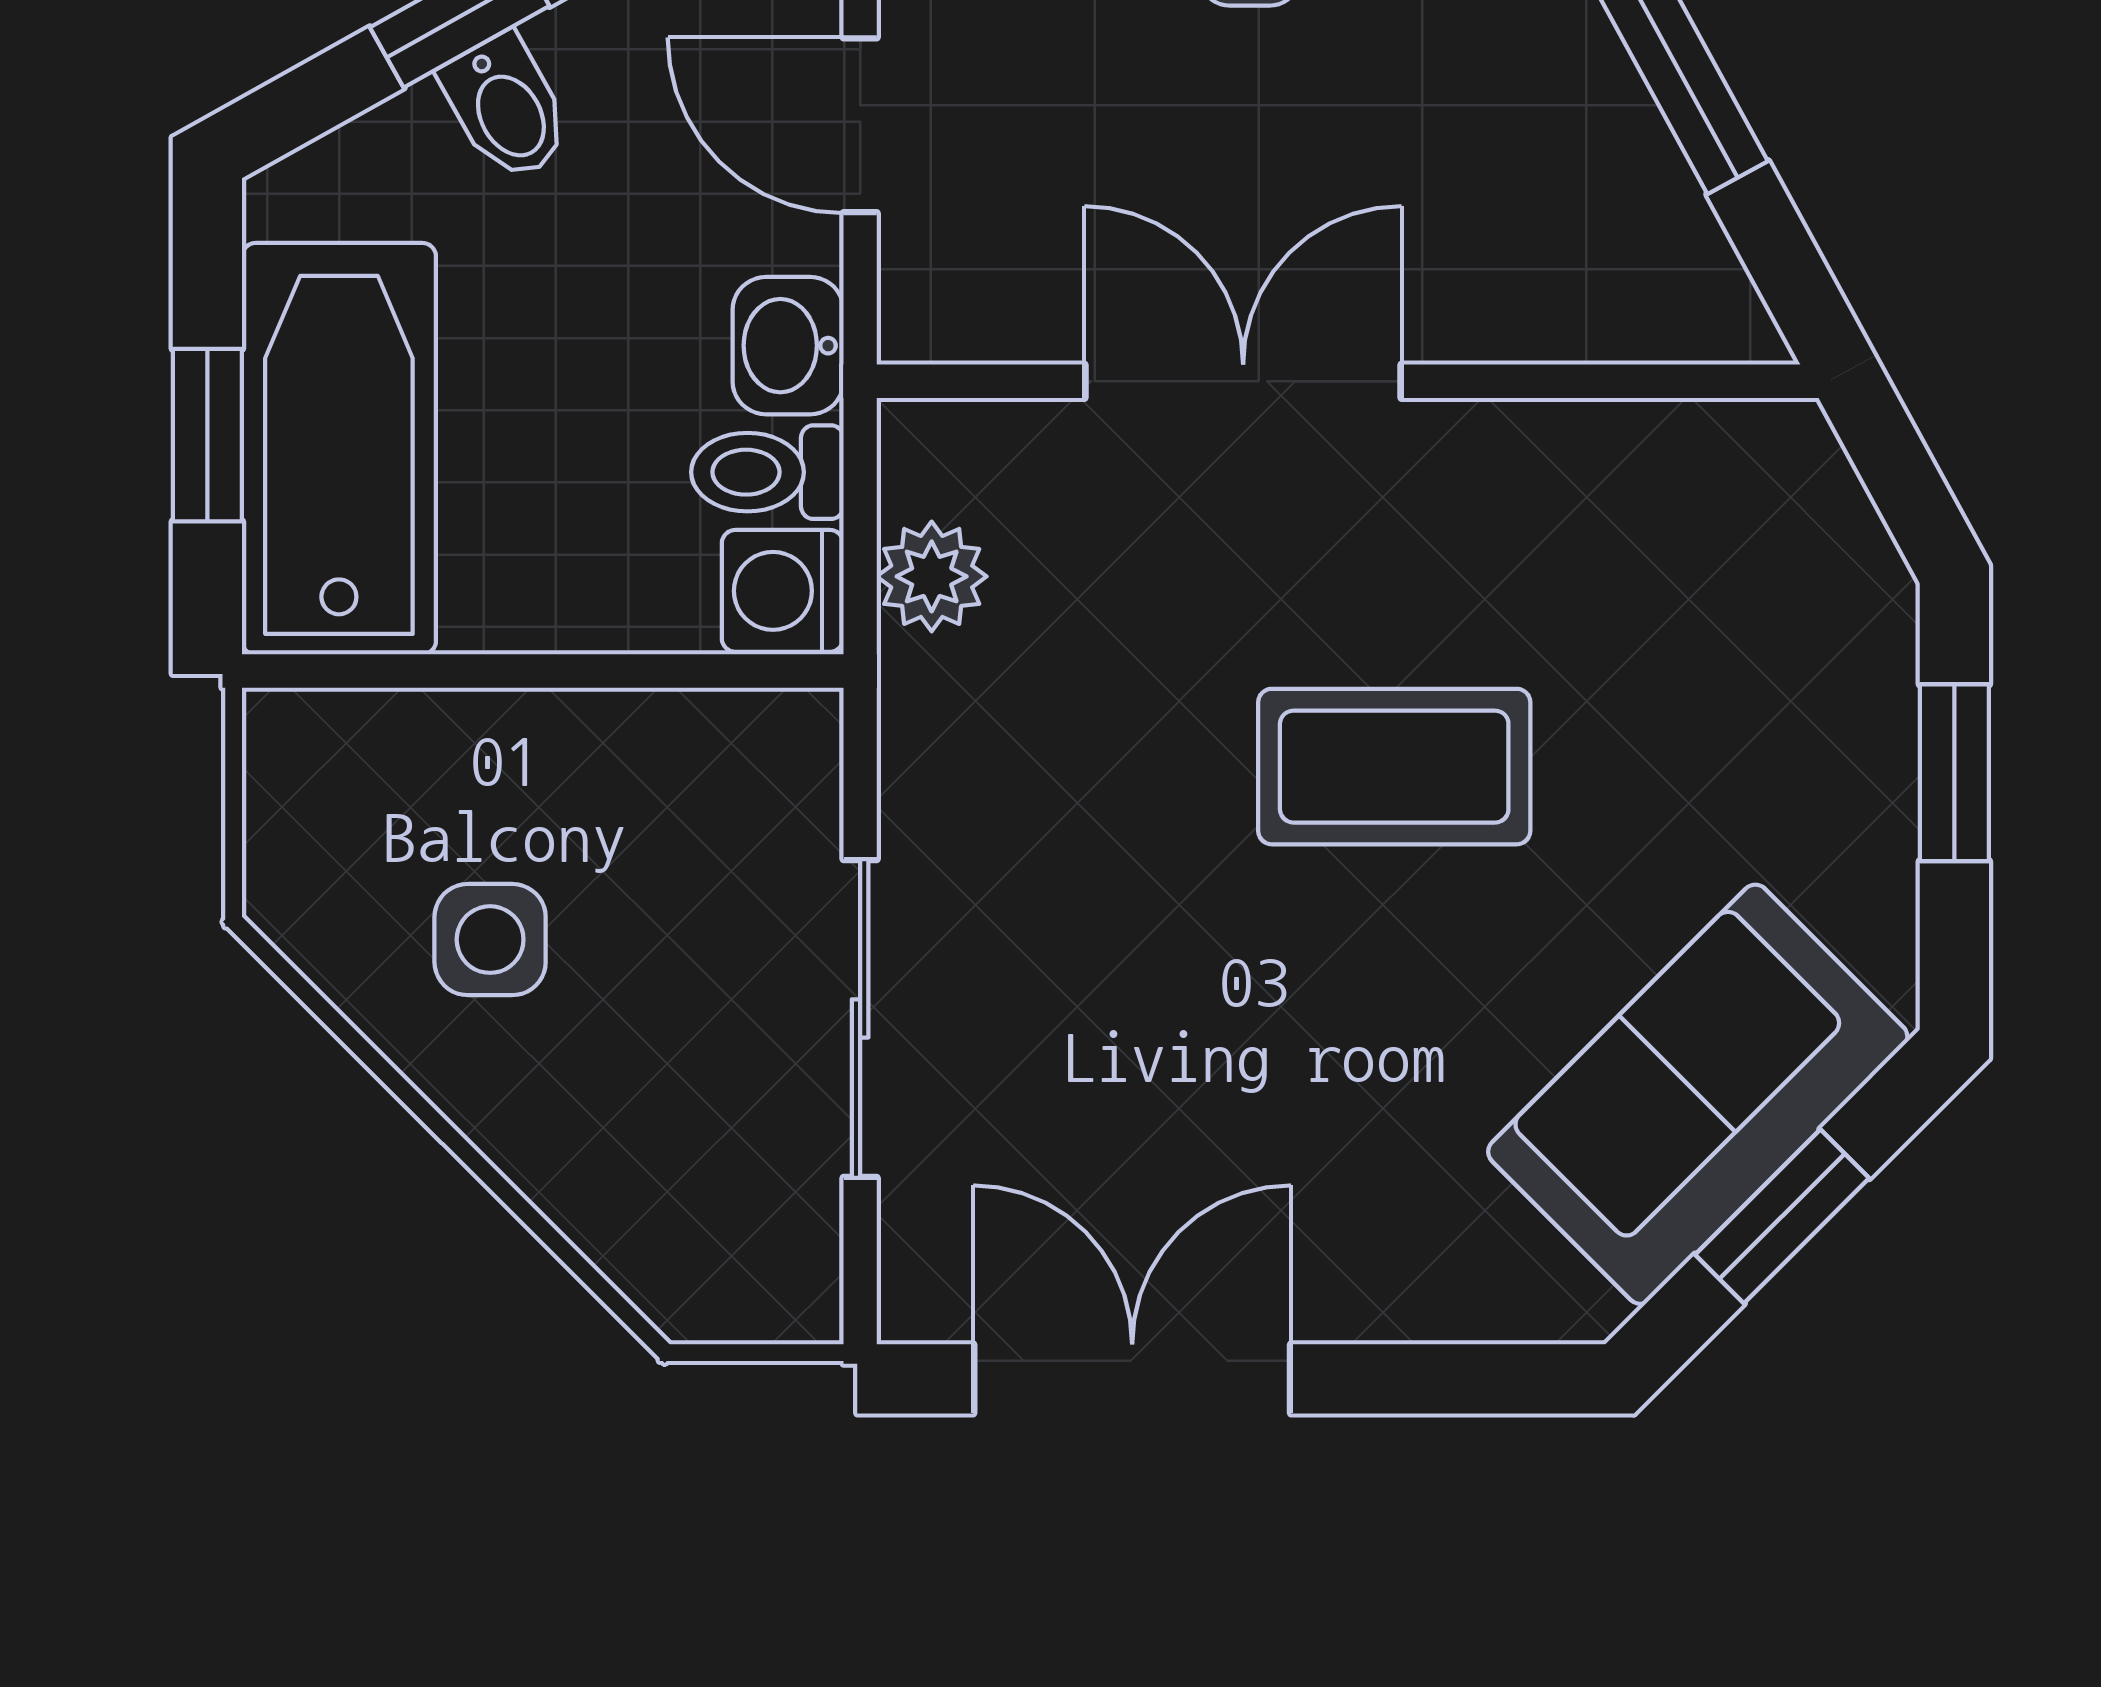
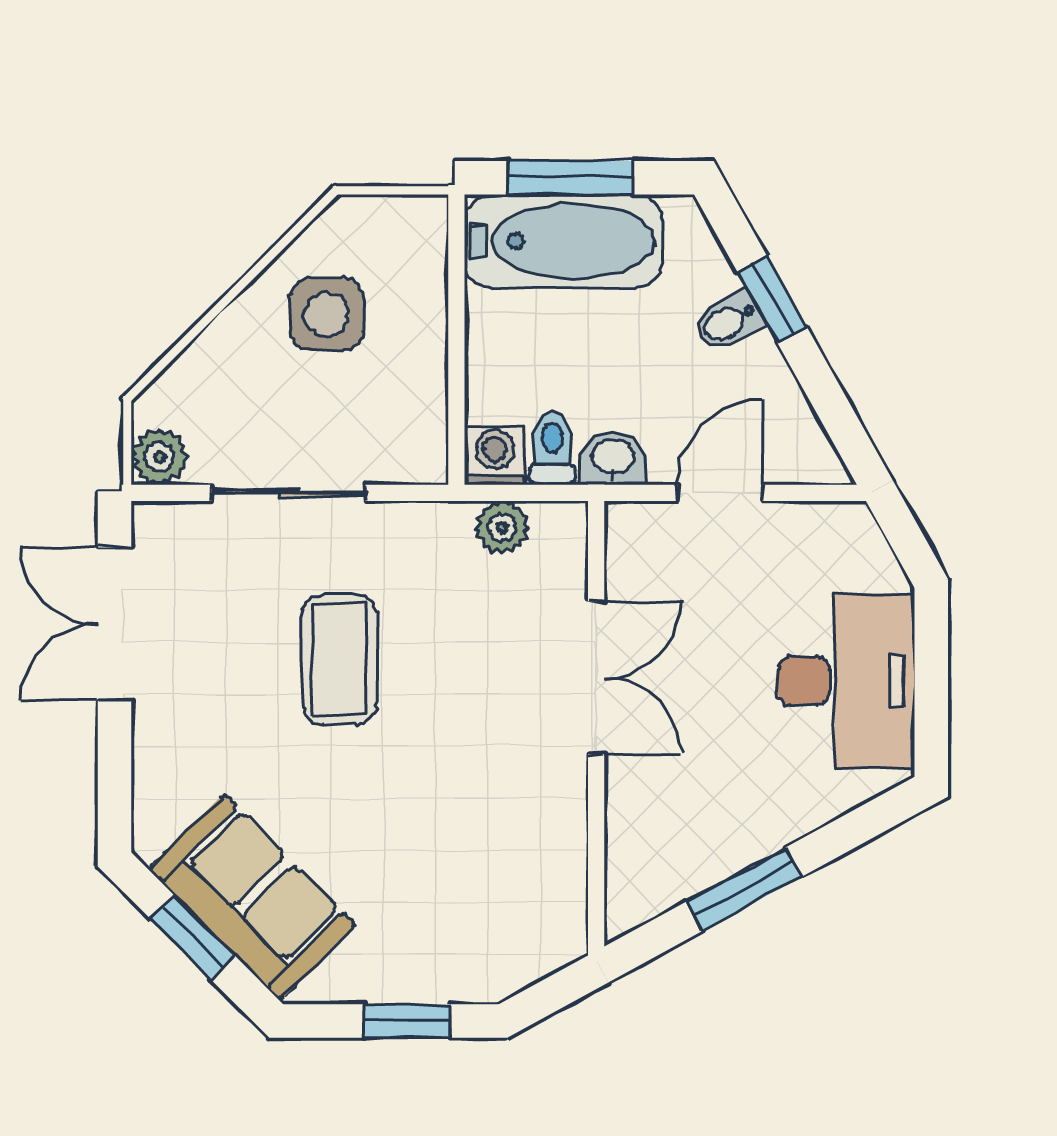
window: (207, 435) -> (570, 178), width x1.50
coffee table: (1394, 767) -> (339, 660), moved
side table: (490, 940) -> (327, 314), width x1.37, depth x1.37
plant: (785, 1286) -> (159, 457), added
double door: (1132, 1379) -> (115, 624), swing flipped

